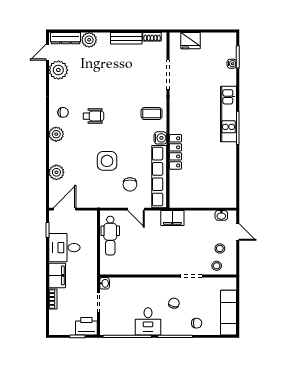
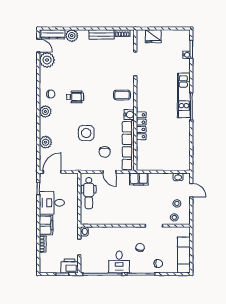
door: (48, 52) -> (38, 46), swing flipped

